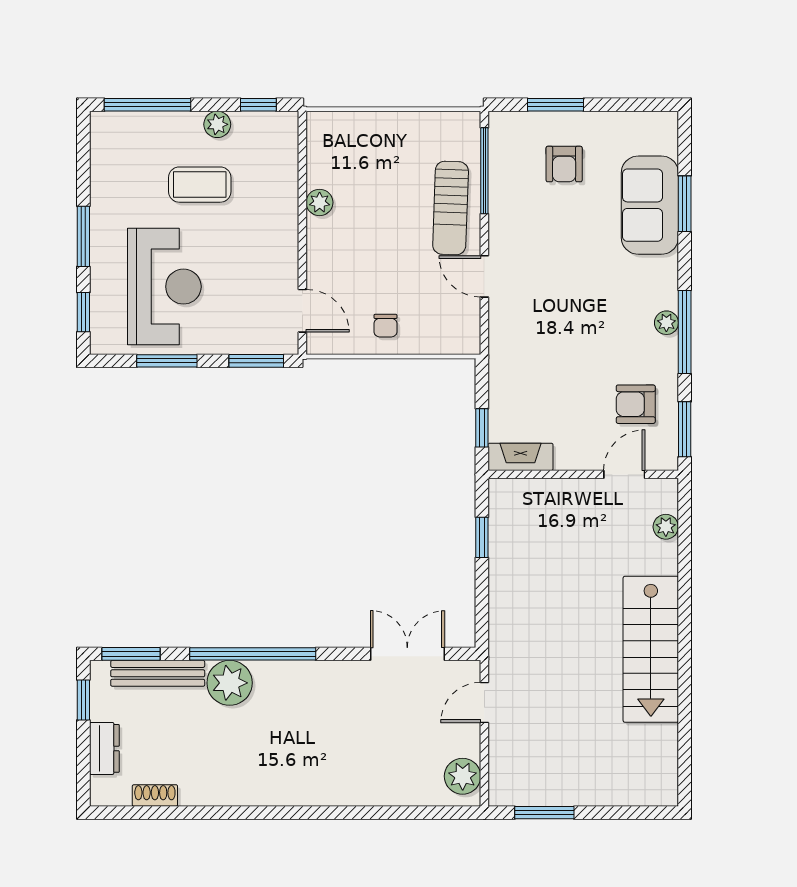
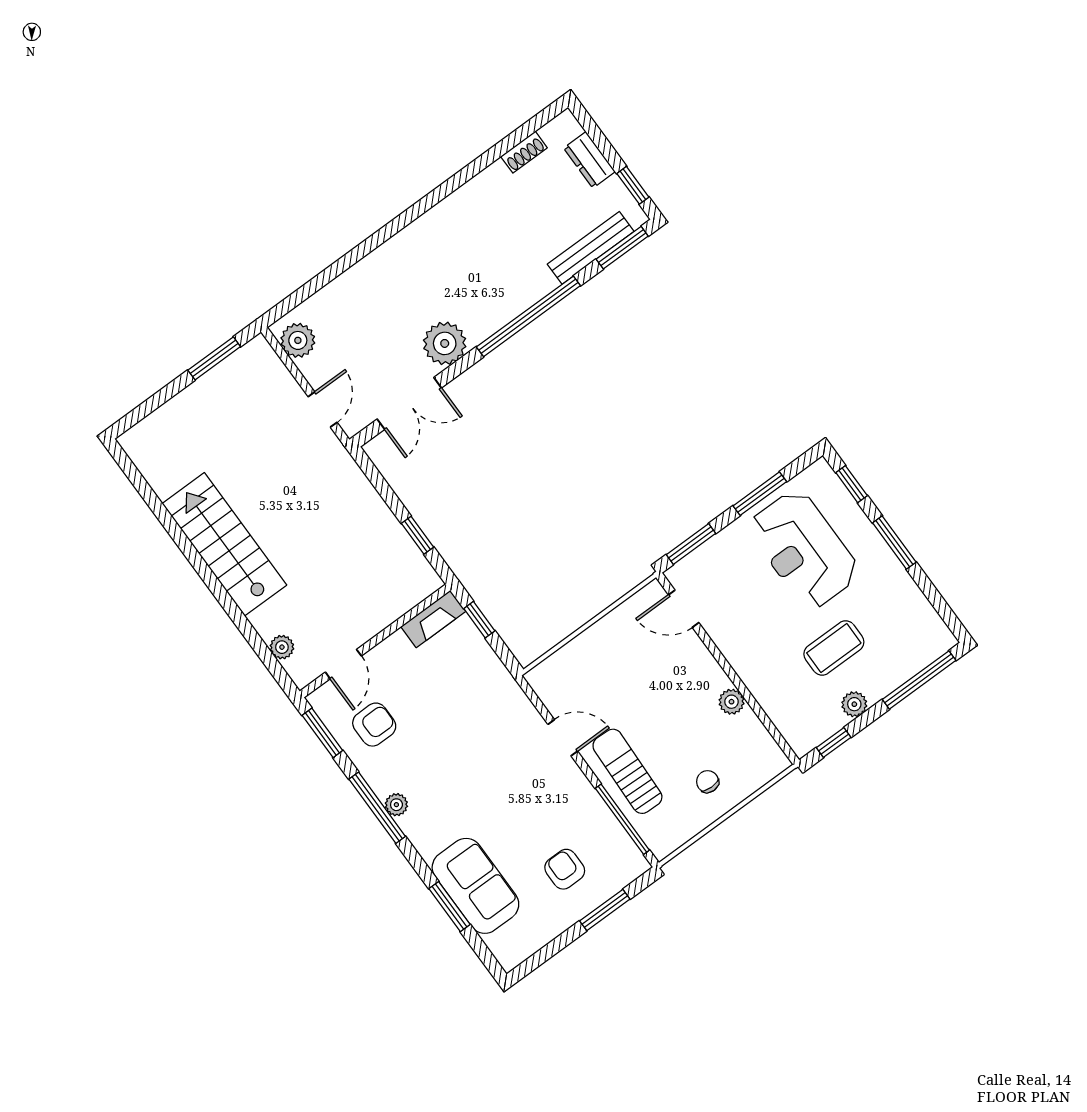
chair: (385, 326) -> (708, 782), moved
plant: (230, 683) -> (445, 343), moved

